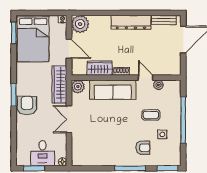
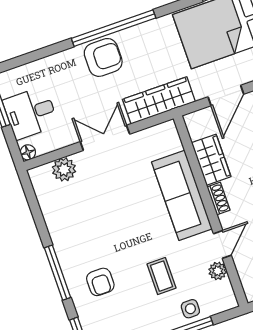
plant: (78, 87) -> (64, 169), moved
window: (14, 95) -> (114, 28), width x2.11
side table: (162, 134) -> (190, 309), moved

